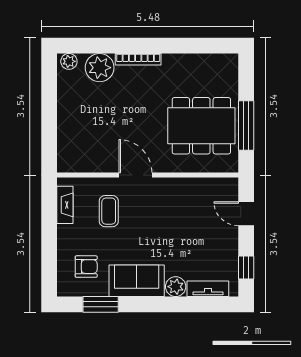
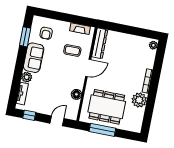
plant: (100, 68) -> (139, 100), moved
dining table: (201, 126) -> (107, 107), turned 90
dresser: (85, 163) -> (100, 43), added
floor lamp: (189, 187) -> (76, 94), added

